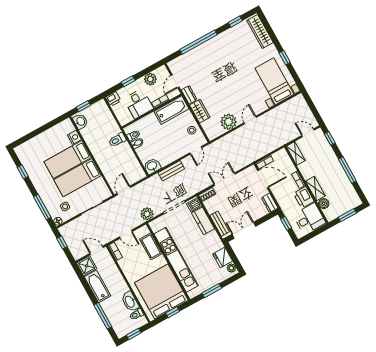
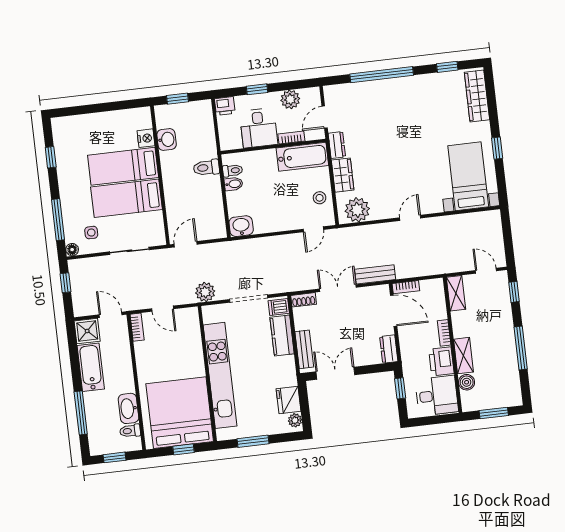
washbasin: (80, 121) -> (167, 139), moved
plant: (229, 122) -> (357, 210), moved
bench: (171, 171) -> (375, 274), moved
cot: (151, 246) -> (192, 341), removed

